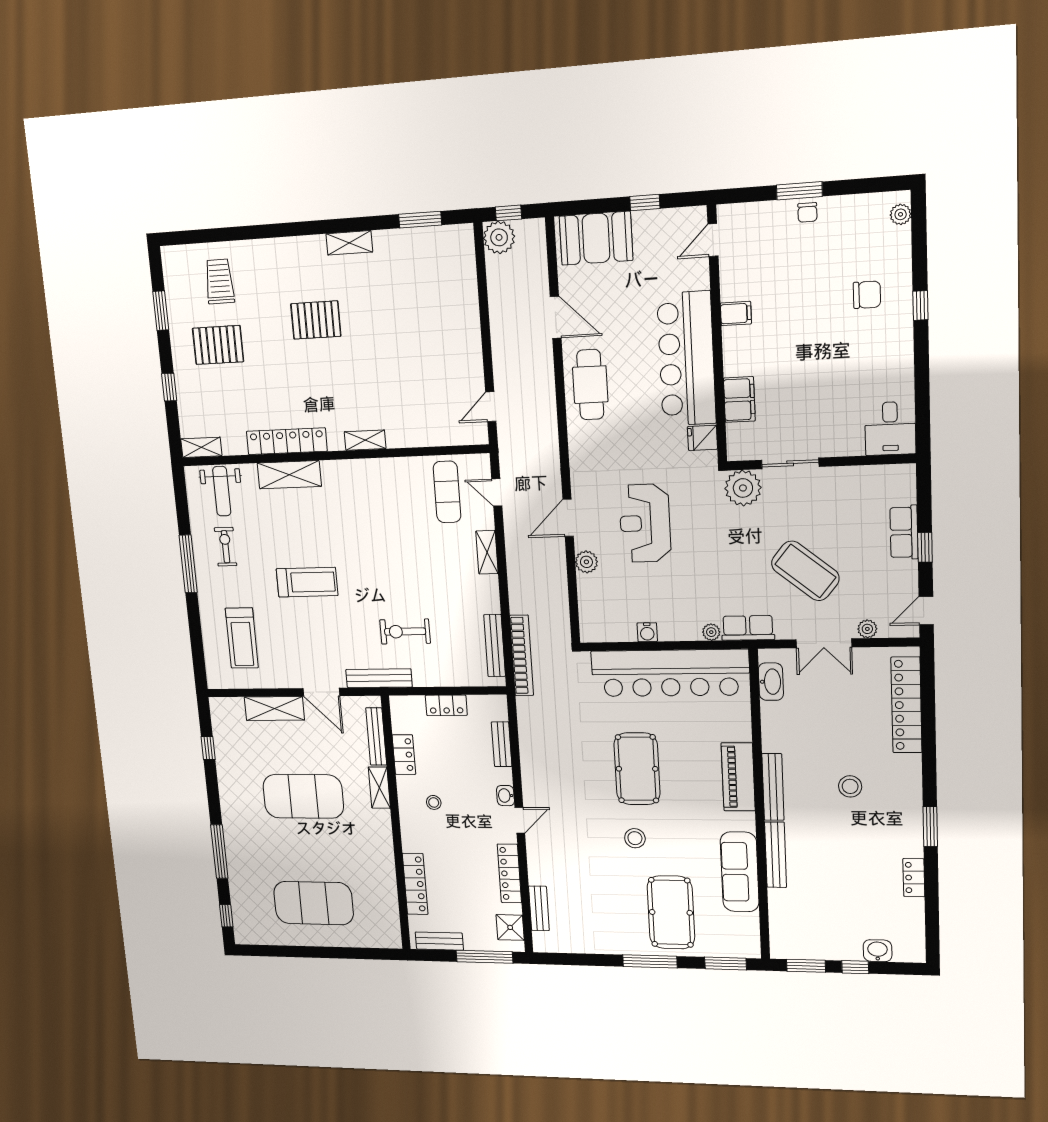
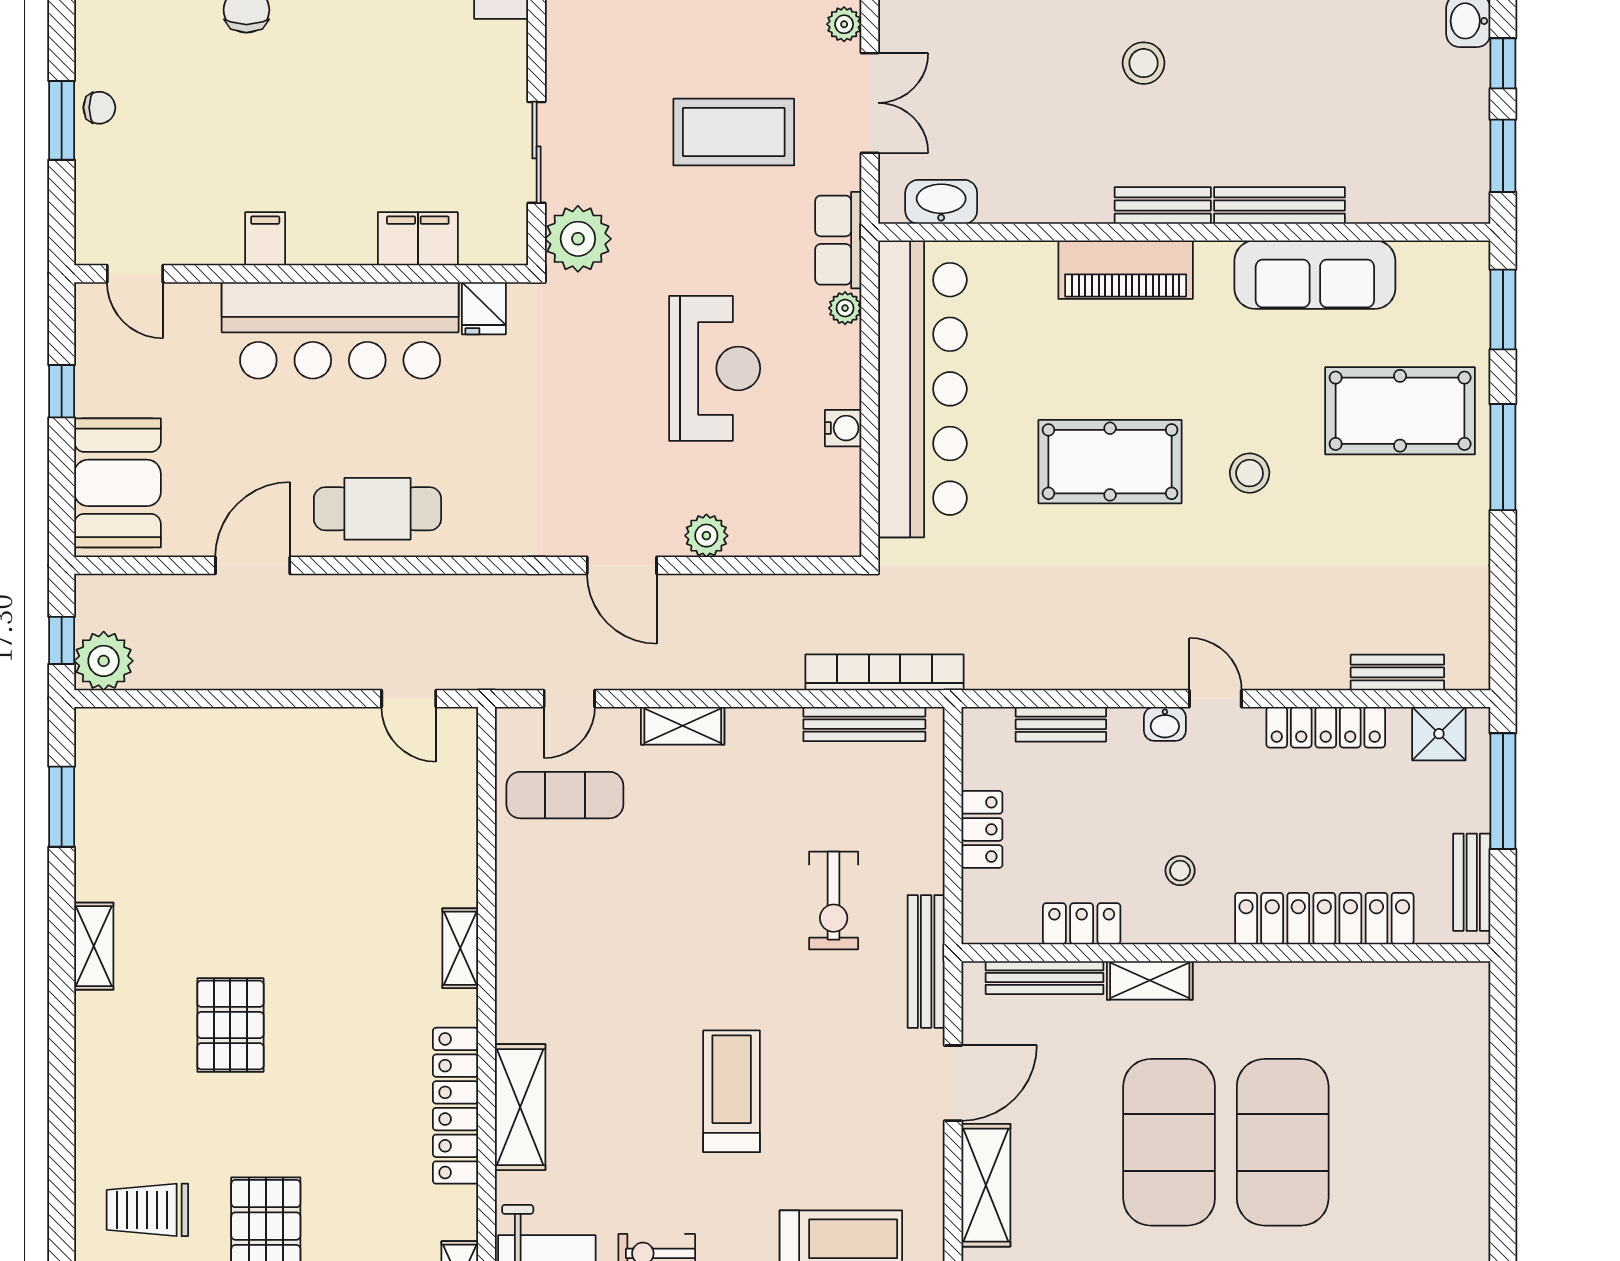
reception desk: (645, 523) -> (715, 368), moved, turned -90
coffee table: (805, 571) -> (734, 132), turned 51
bench: (773, 787) -> (1163, 205), width x0.73
locker: (415, 884) -> (1324, 919), width x1.41, depth x1.21
exercise mat: (314, 903) -> (1283, 1142), moved

